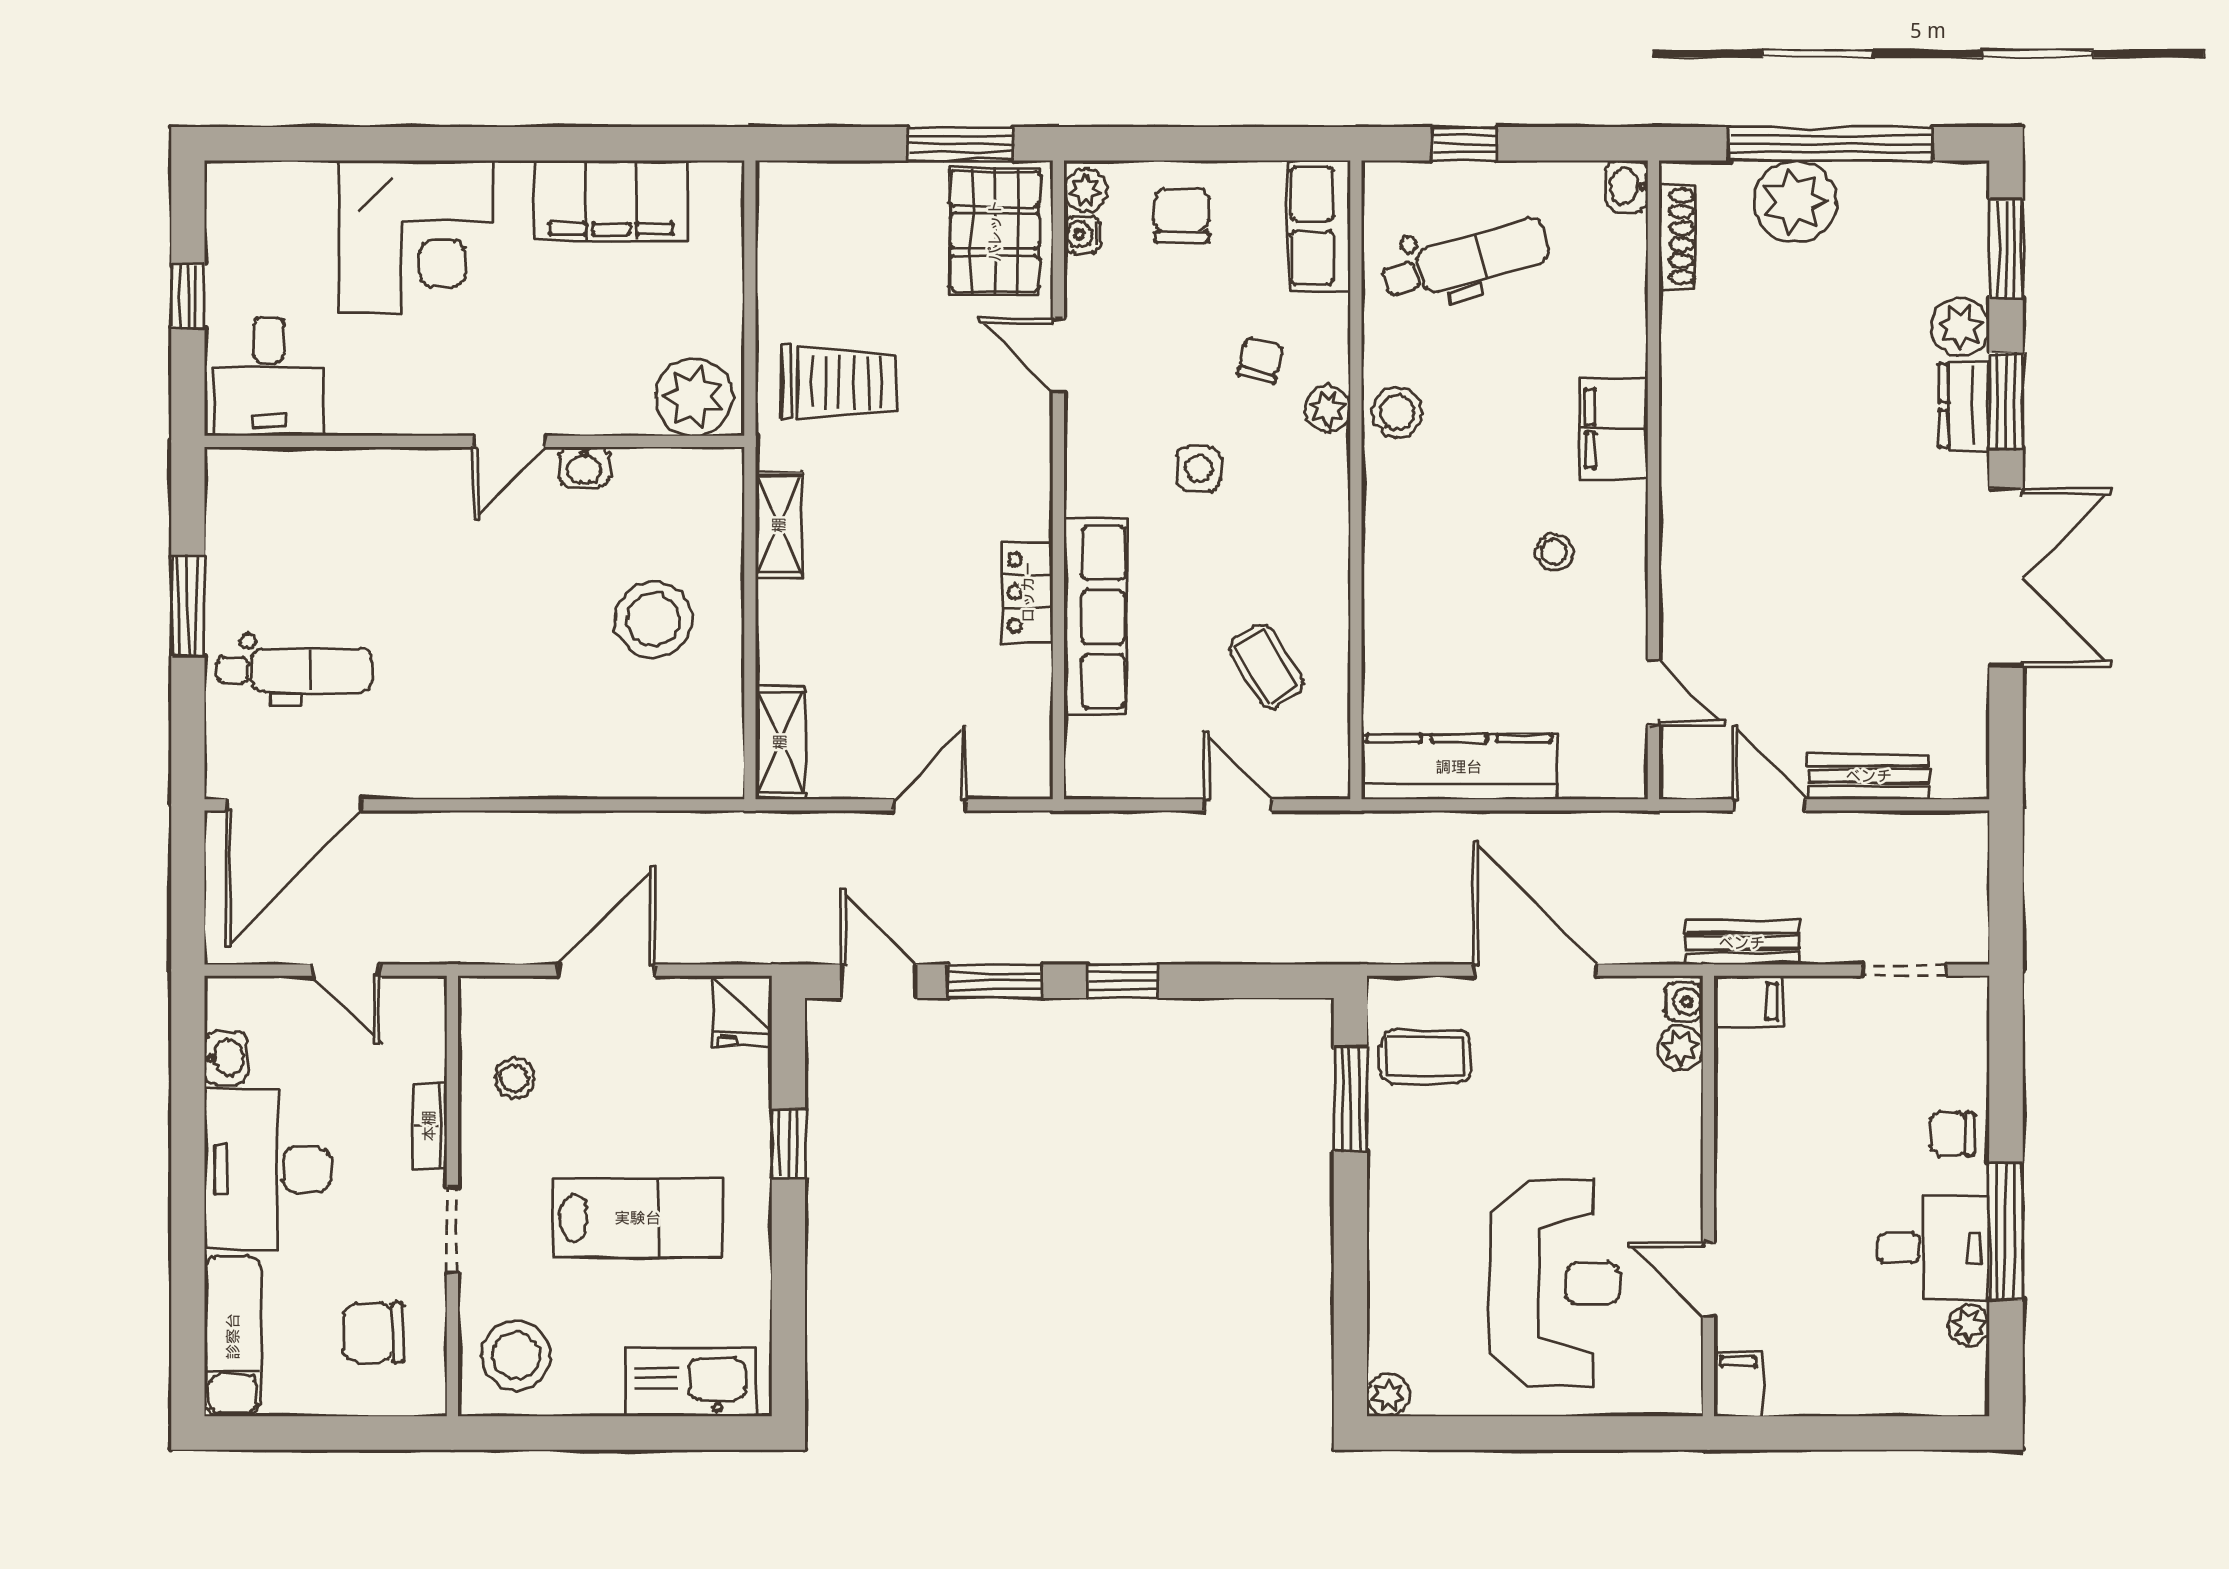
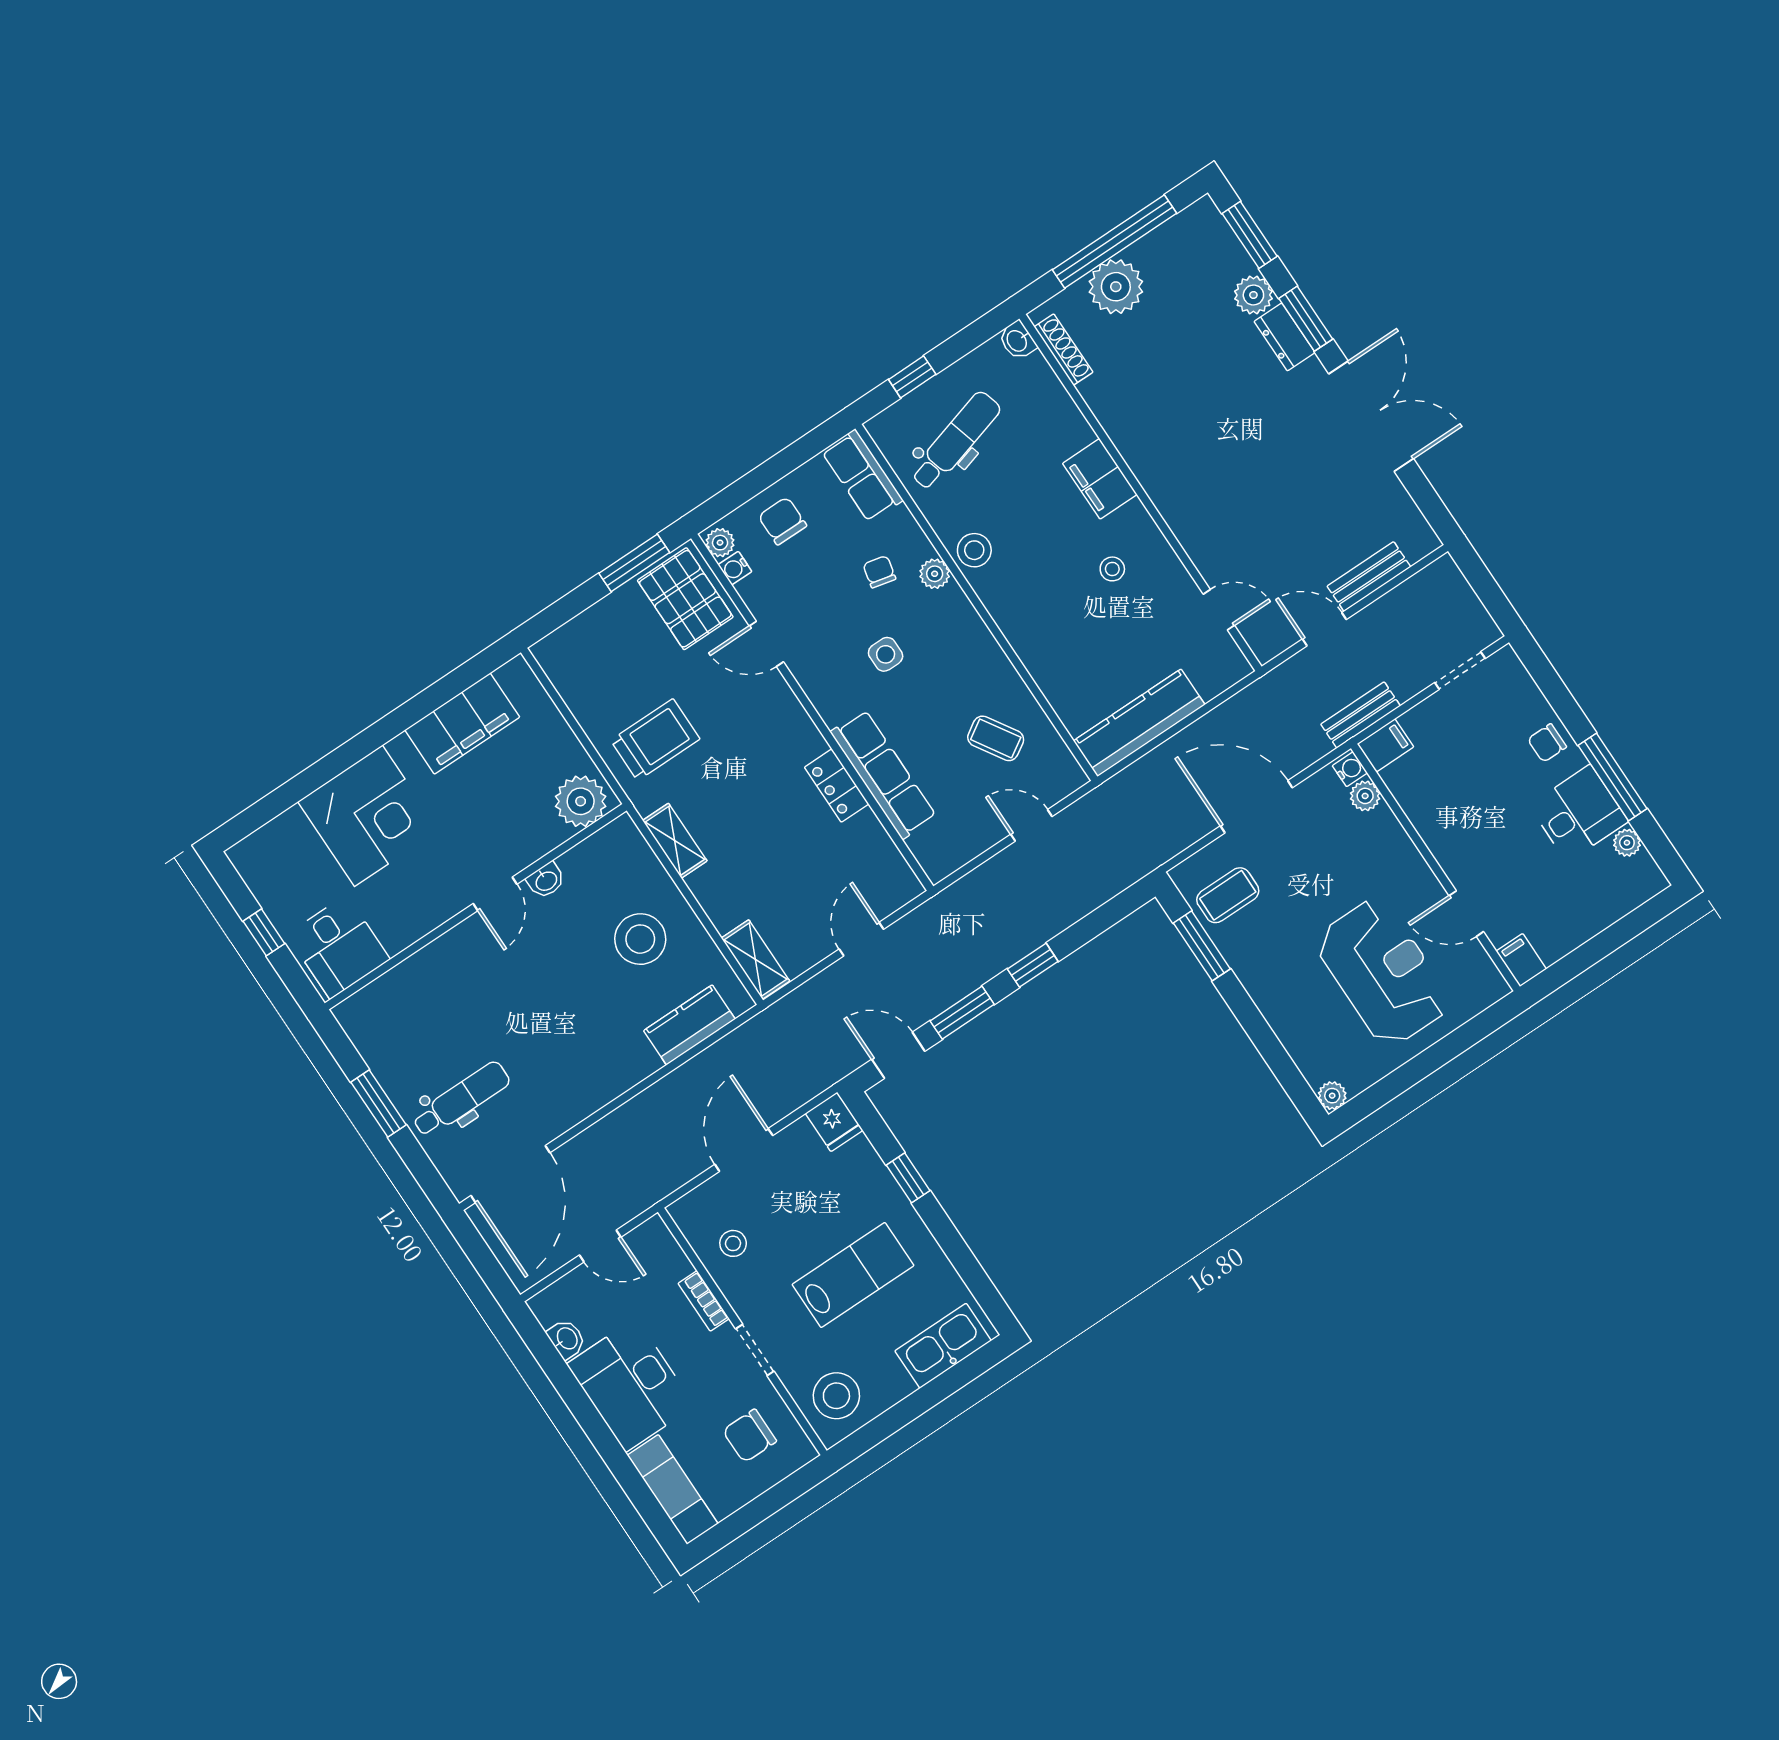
kitchen counter: (643, 768) -> (689, 1025), added

